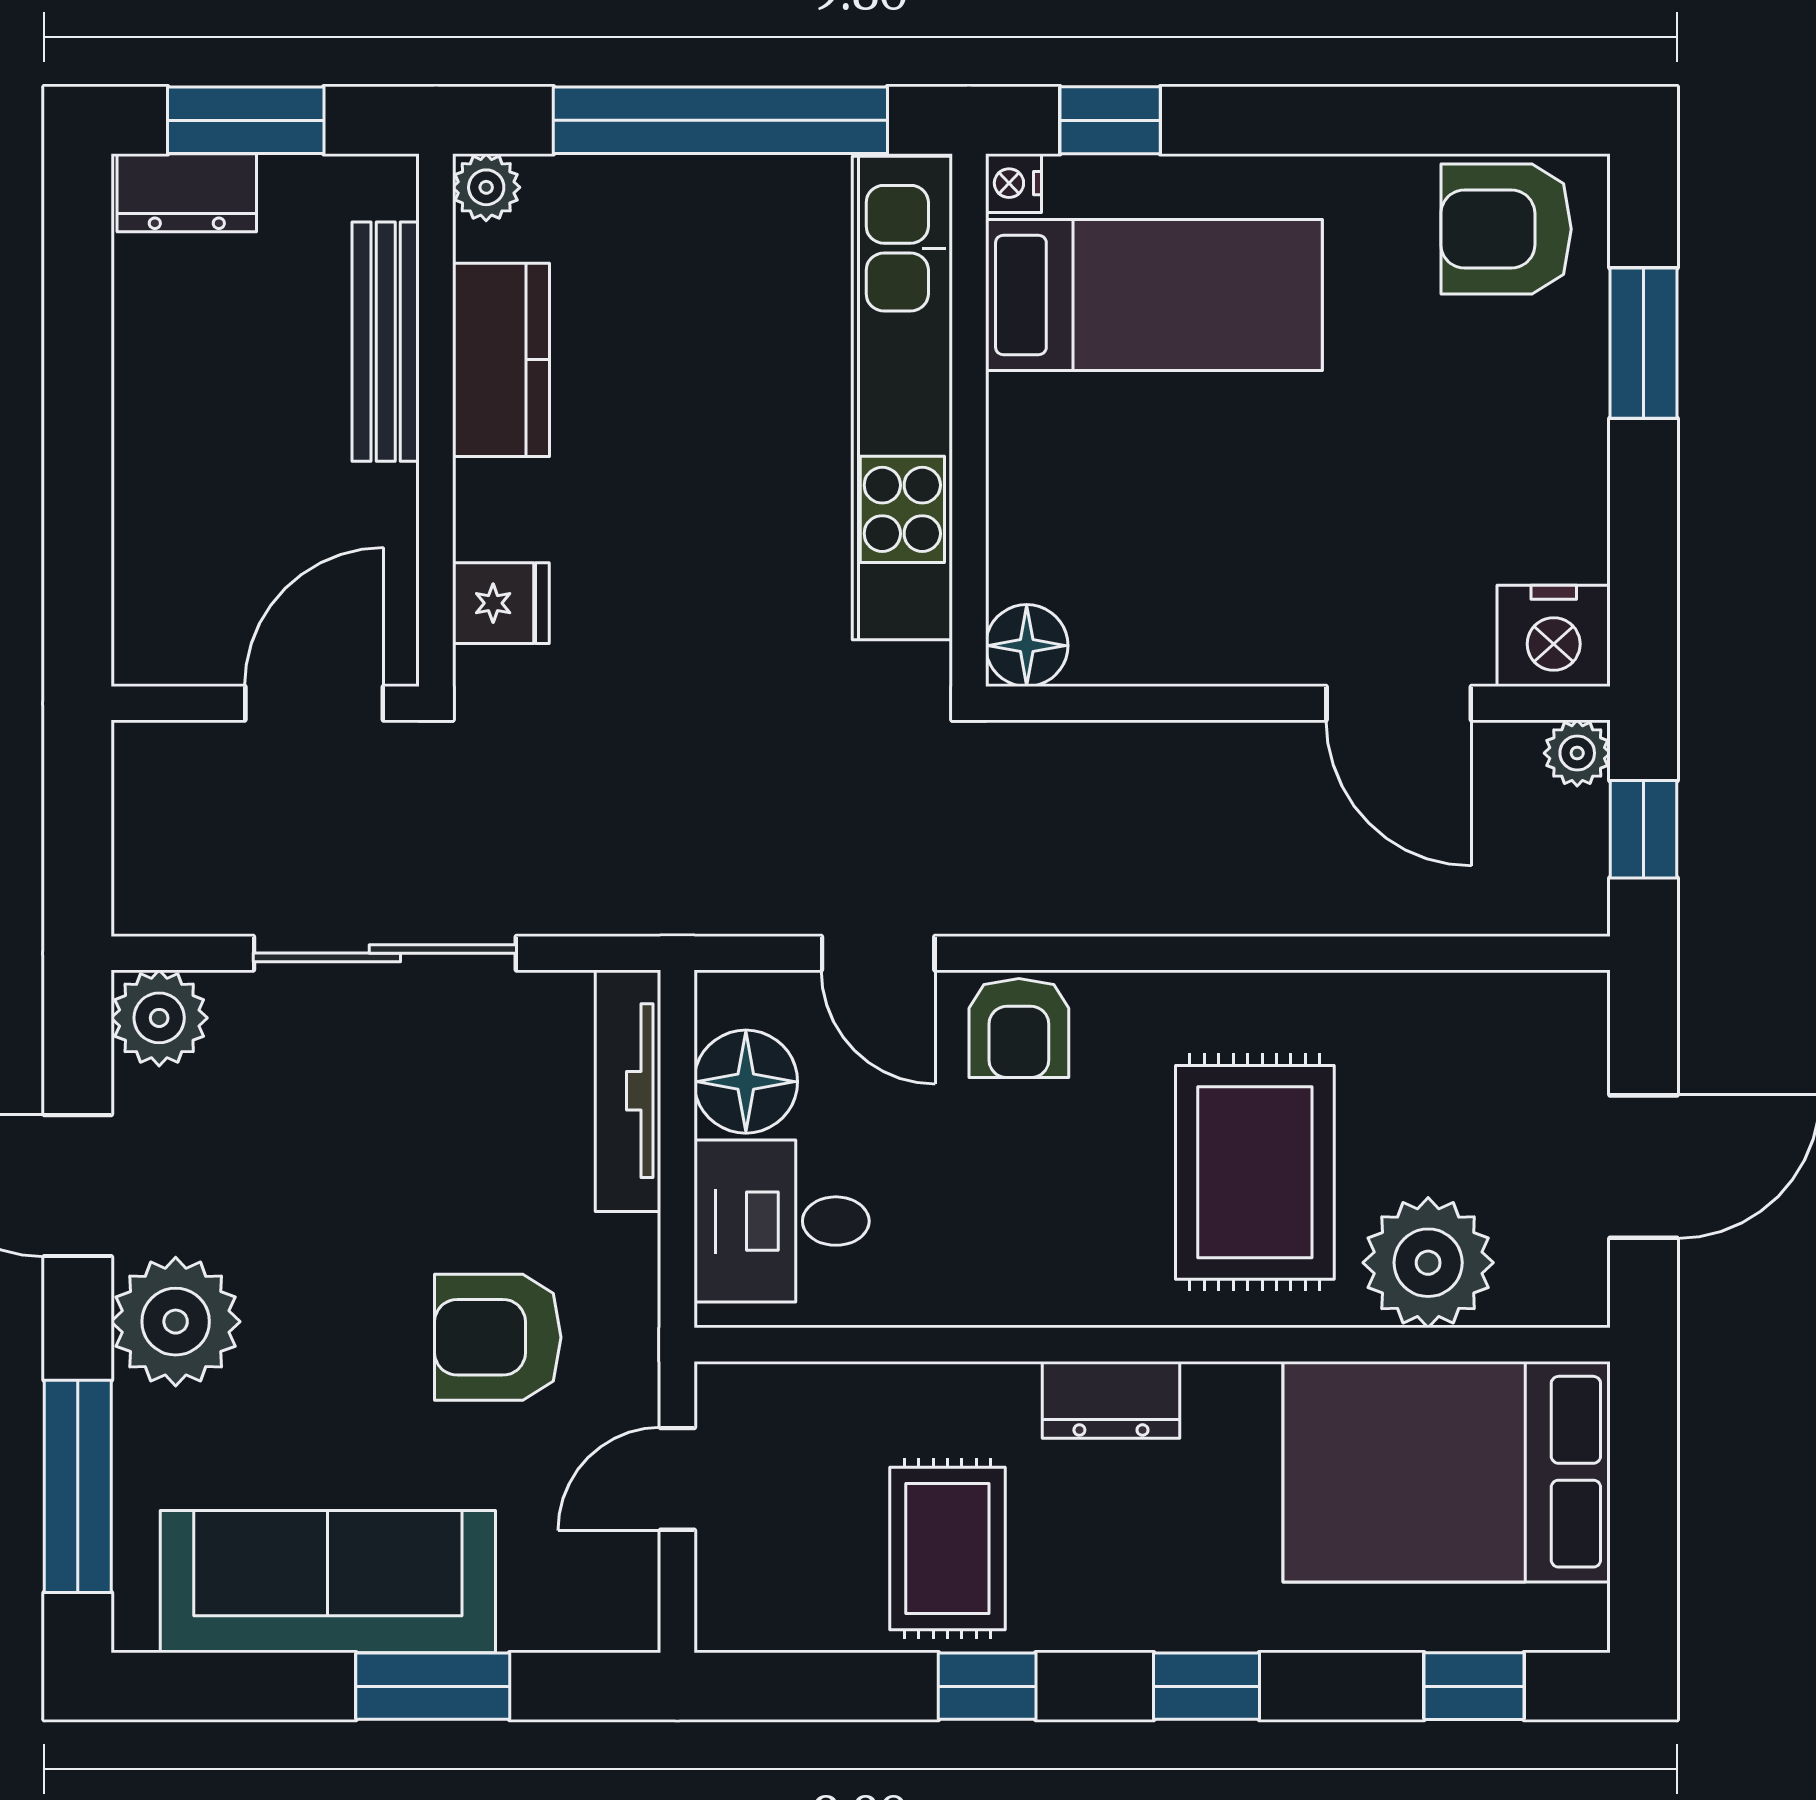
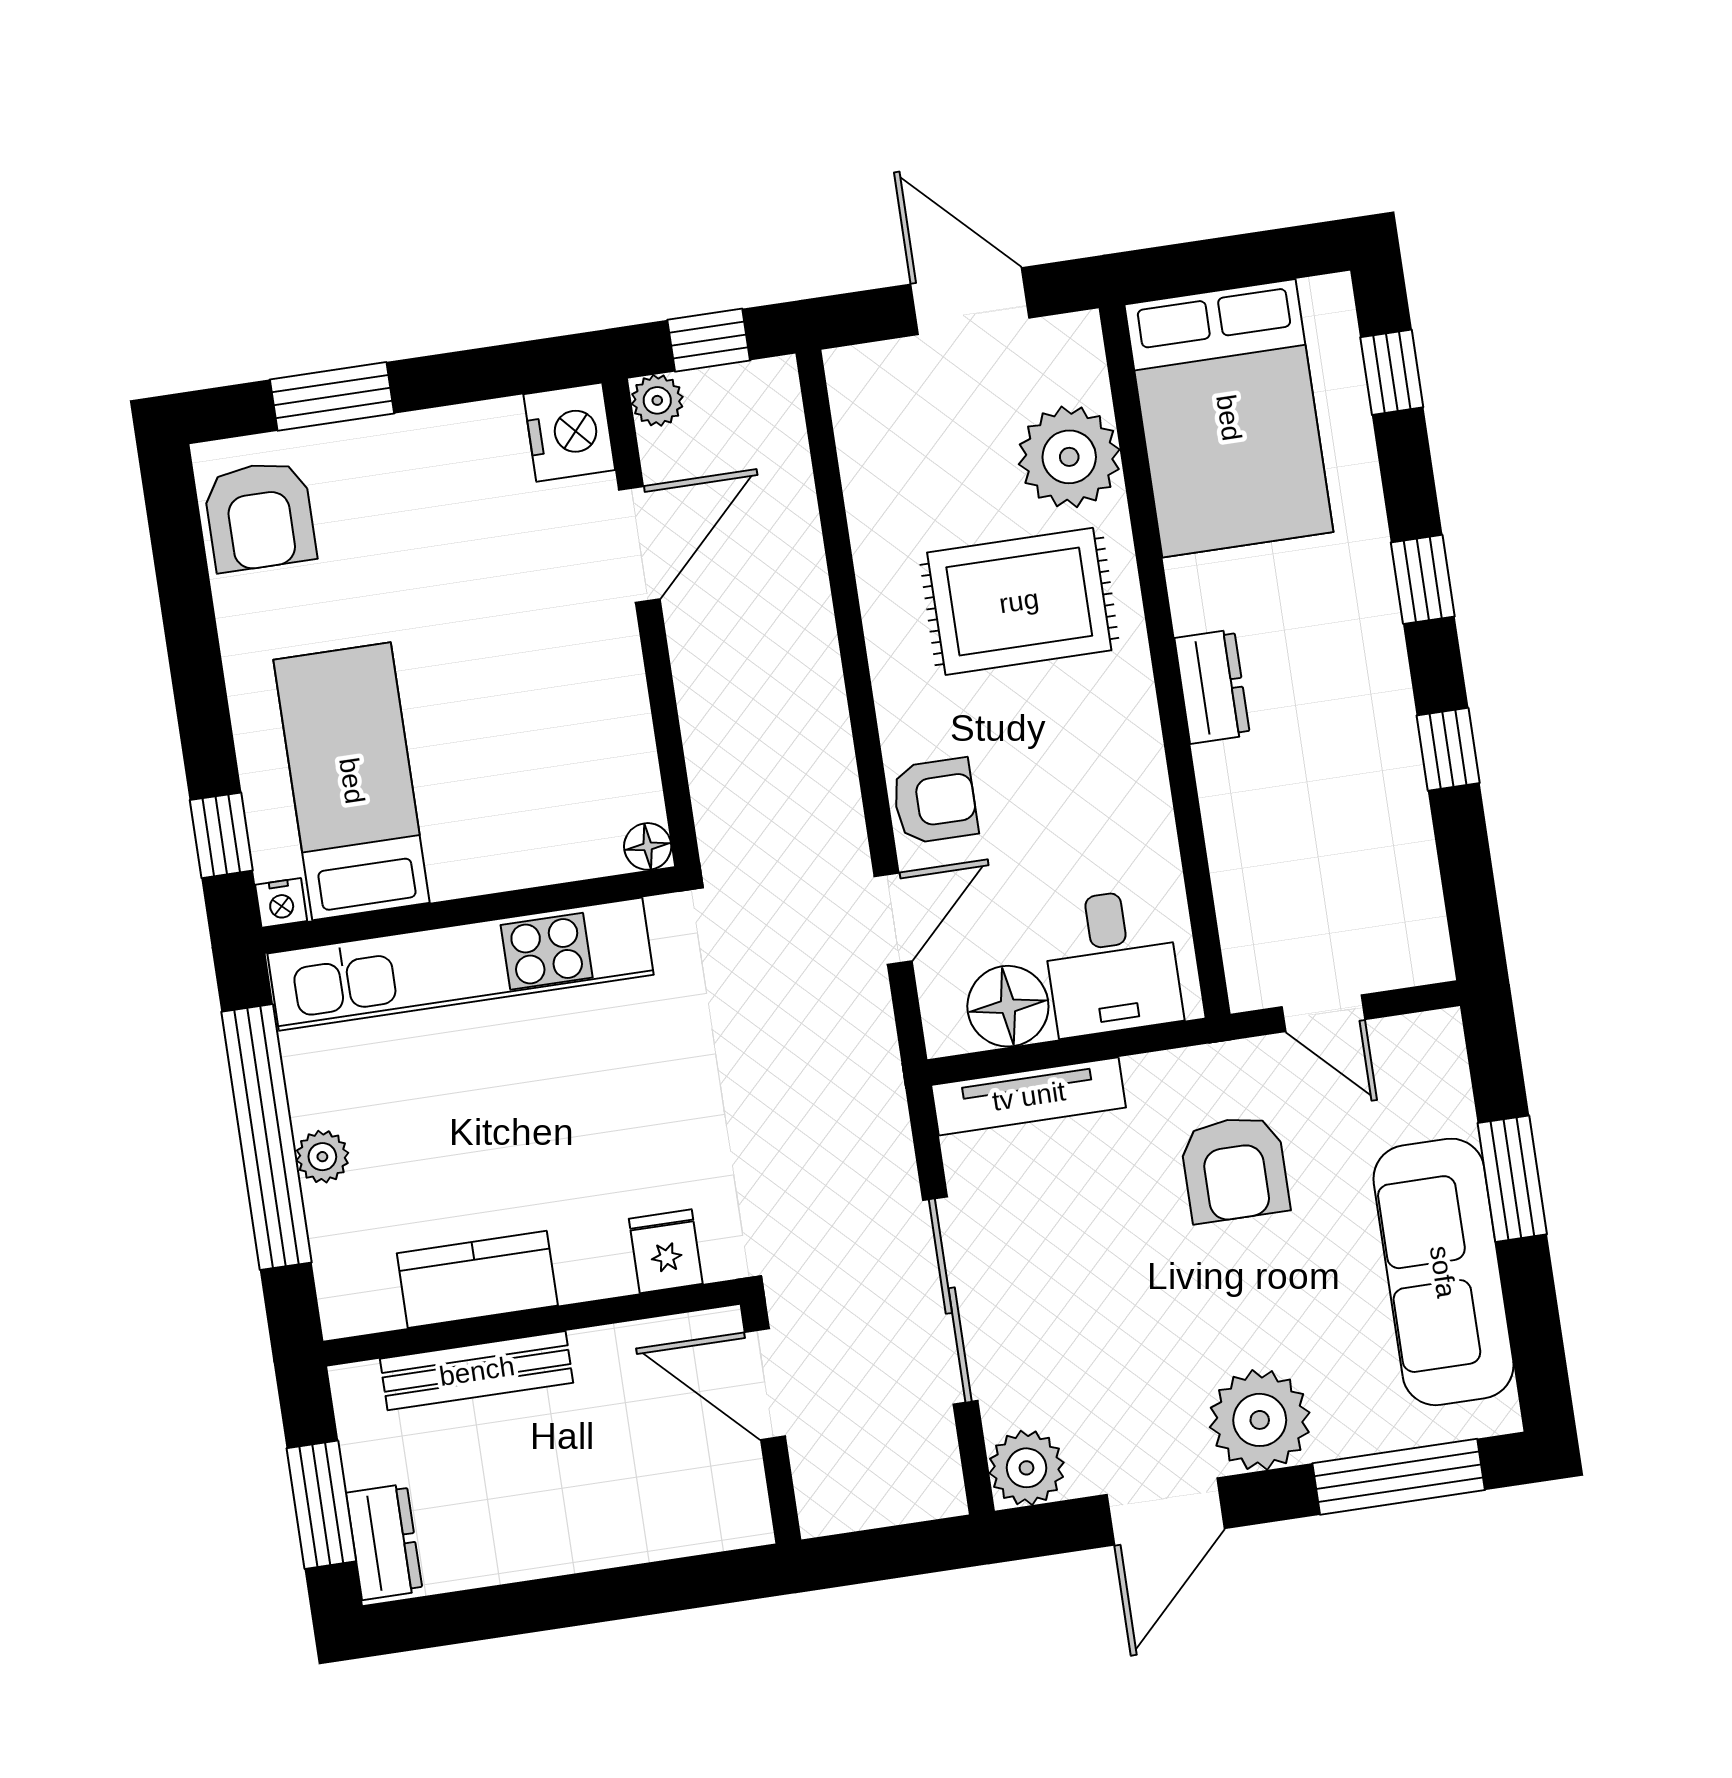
plant: (486, 187) -> (322, 1157), moved
floor lamp: (1027, 646) -> (648, 846), width x0.73, depth x0.73
rug: (947, 1549) -> (1346, 796), removed

